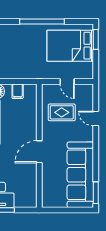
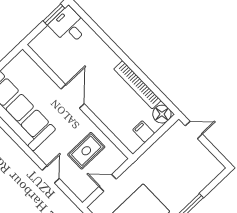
door: (96, 119) -> (51, 174), hinge flipped

